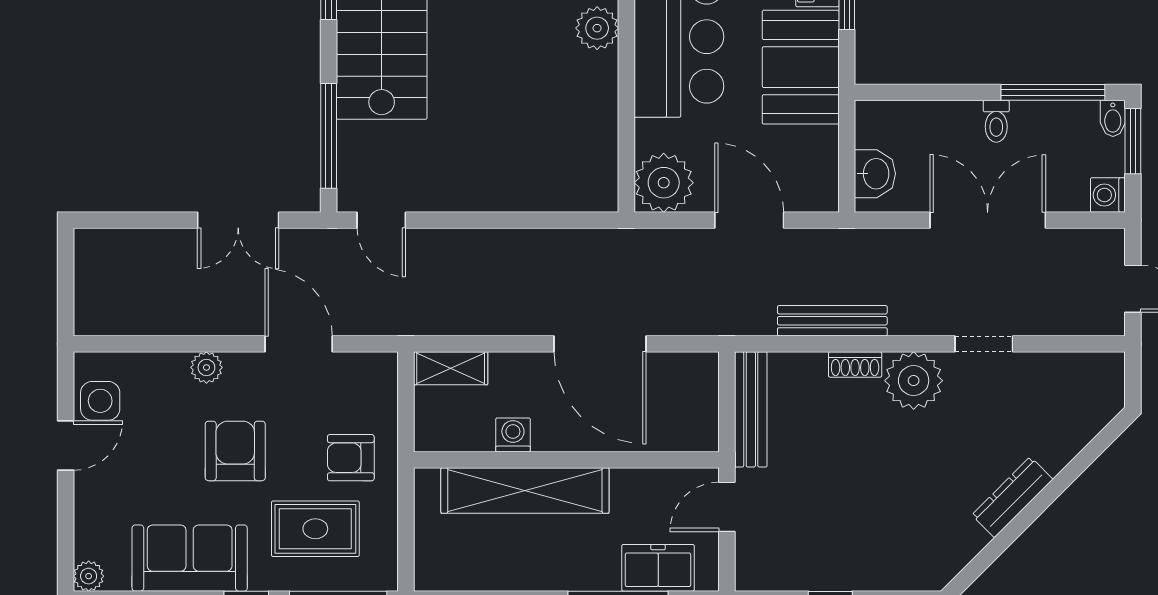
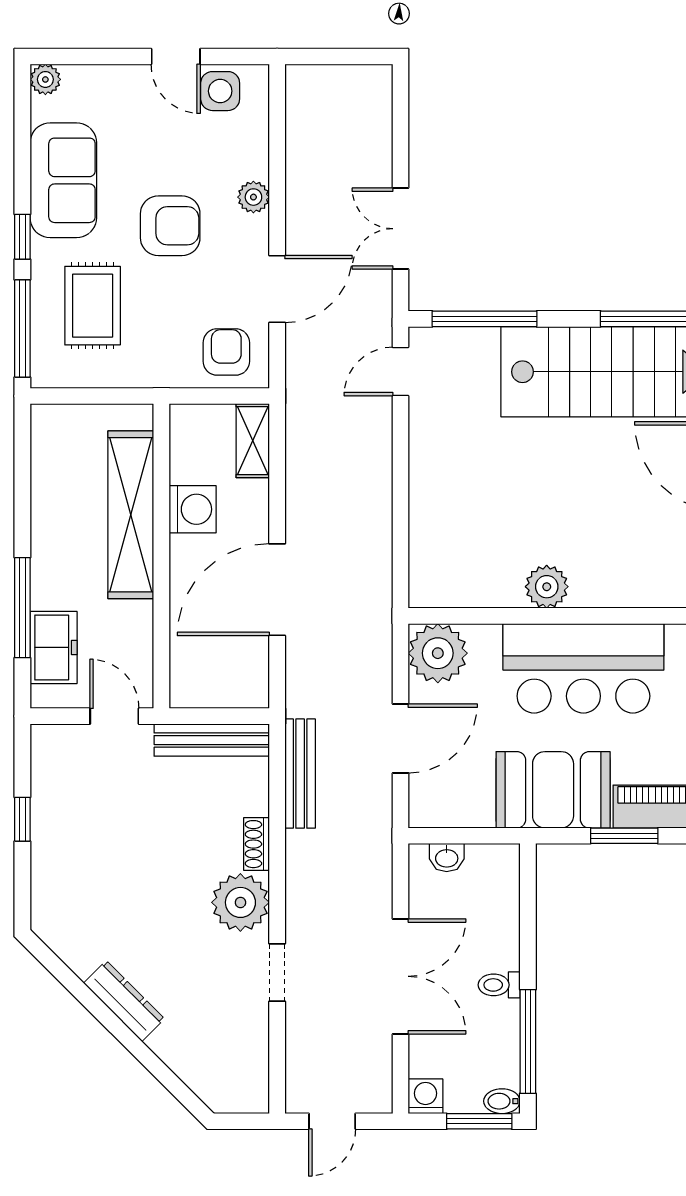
plant: (597, 28) -> (547, 587), moved
washbasin: (875, 174) -> (447, 858), width x0.72, depth x0.69
bench: (832, 321) -> (300, 774), moved
washing machine: (513, 435) -> (193, 509), width x1.38, depth x1.38
armchair: (351, 458) -> (226, 352), moved

